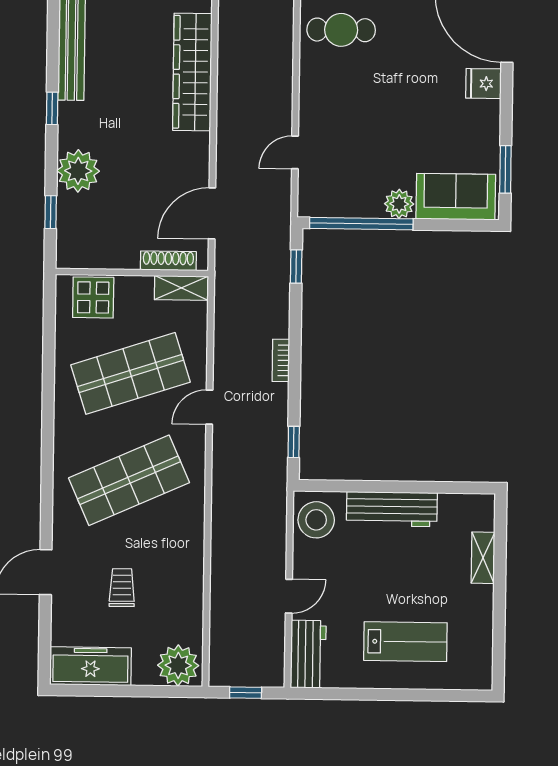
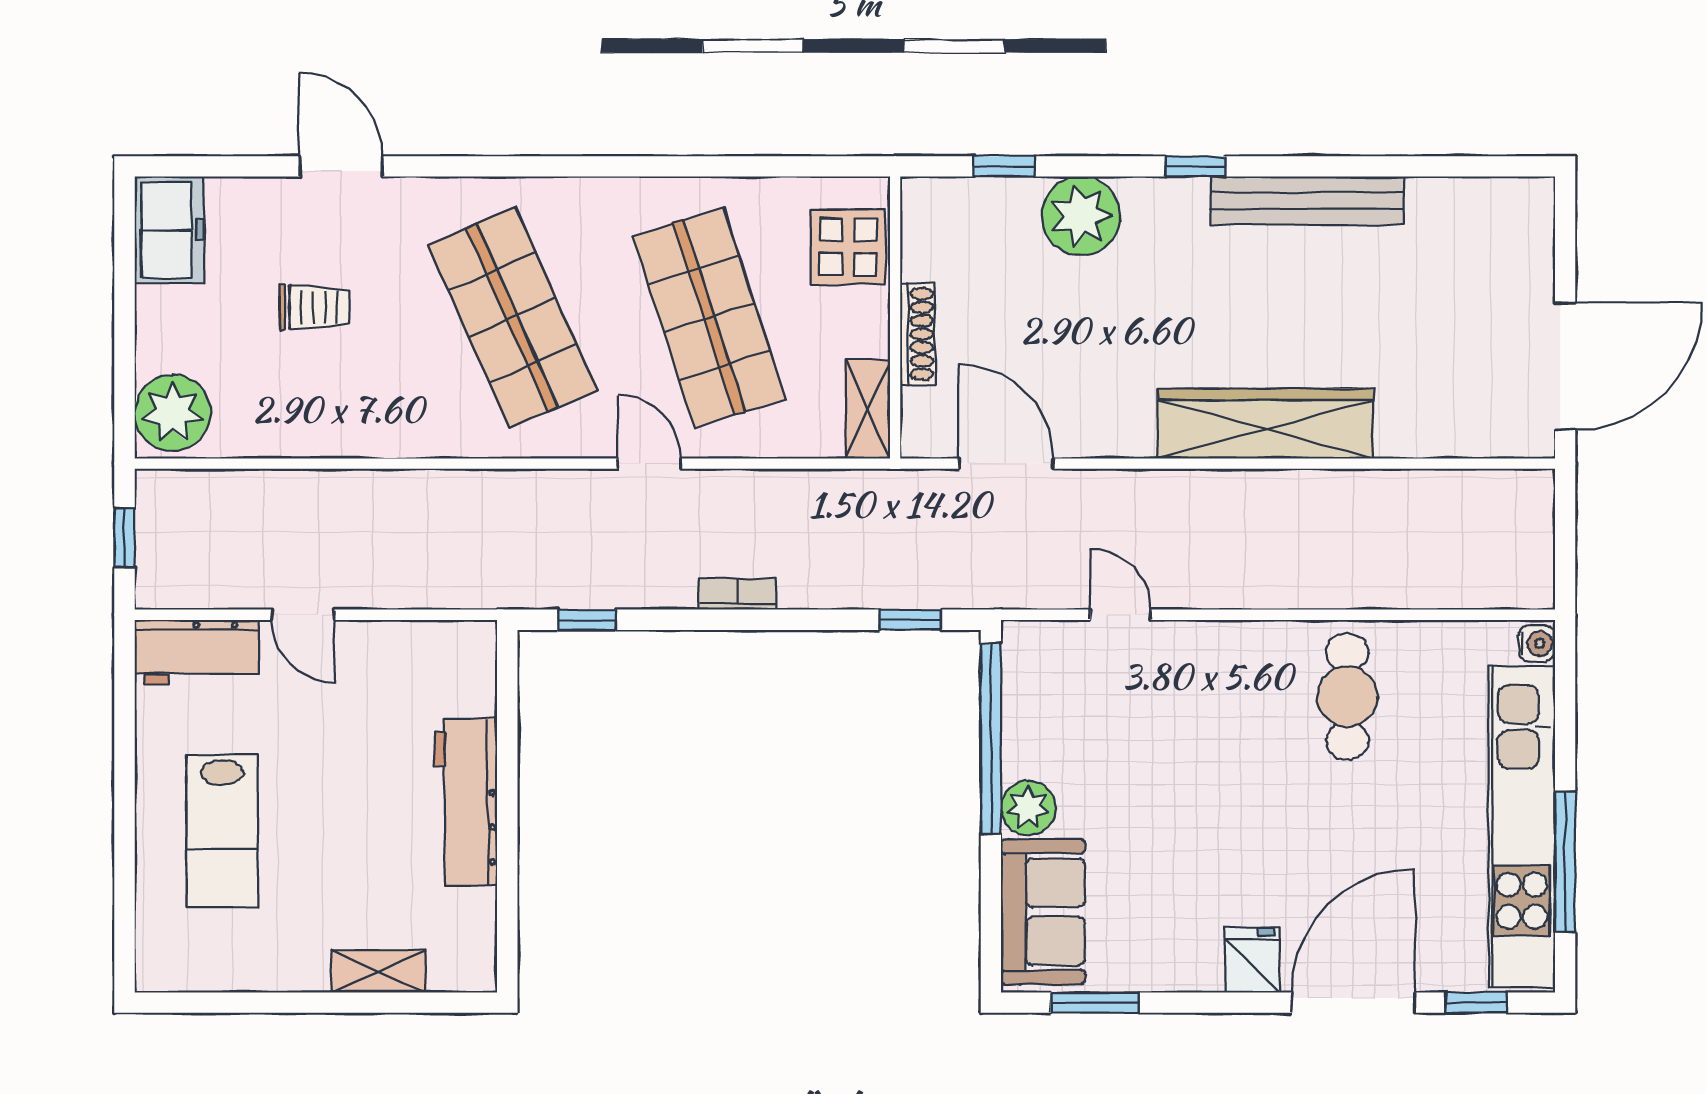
shoe rack: (168, 261) -> (918, 334), moved
stool: (316, 520) -> (444, 663), removed
freezer: (90, 666) -> (169, 230), width x0.71

